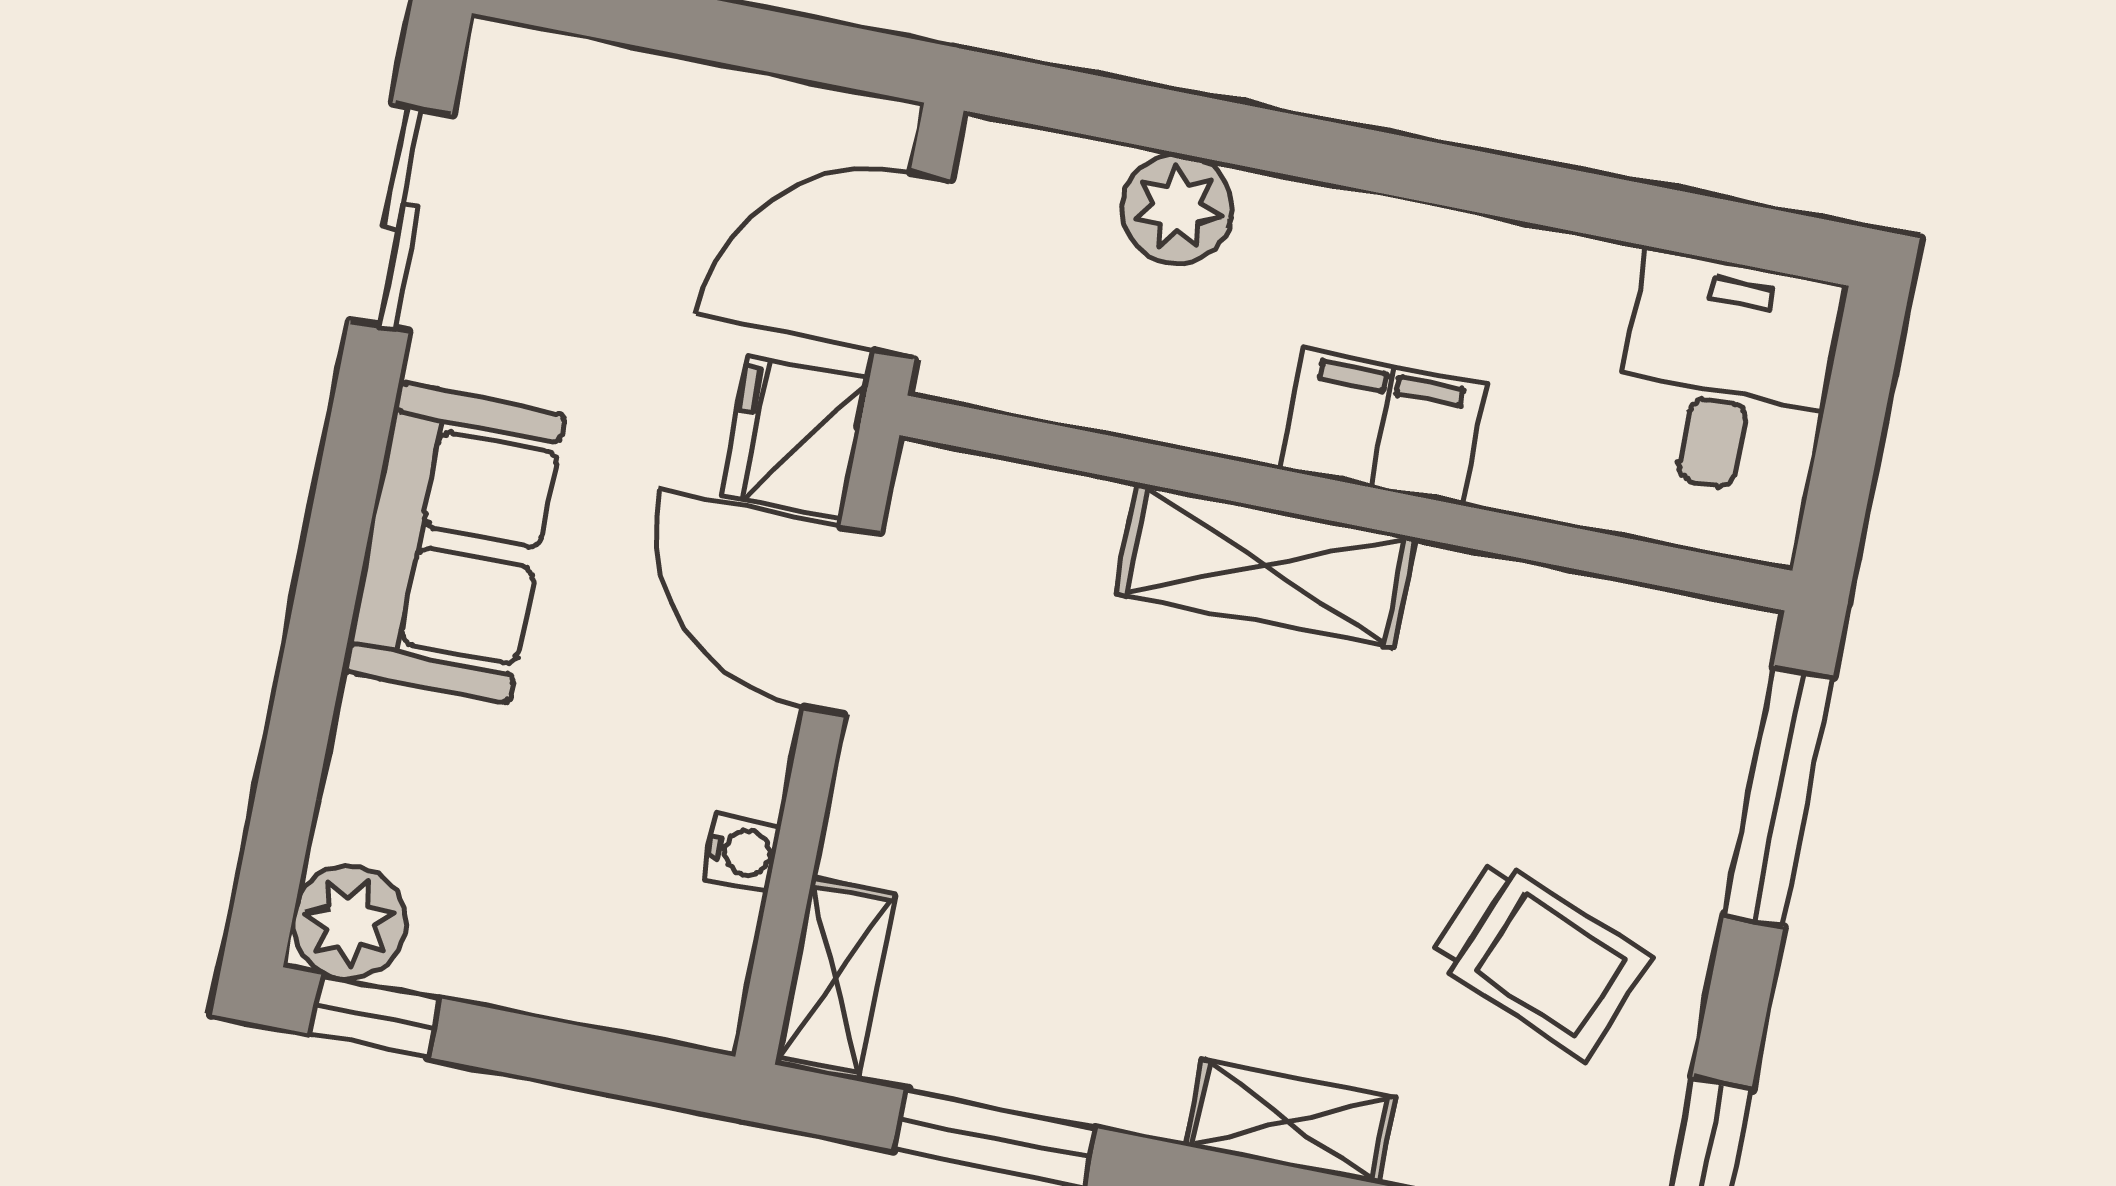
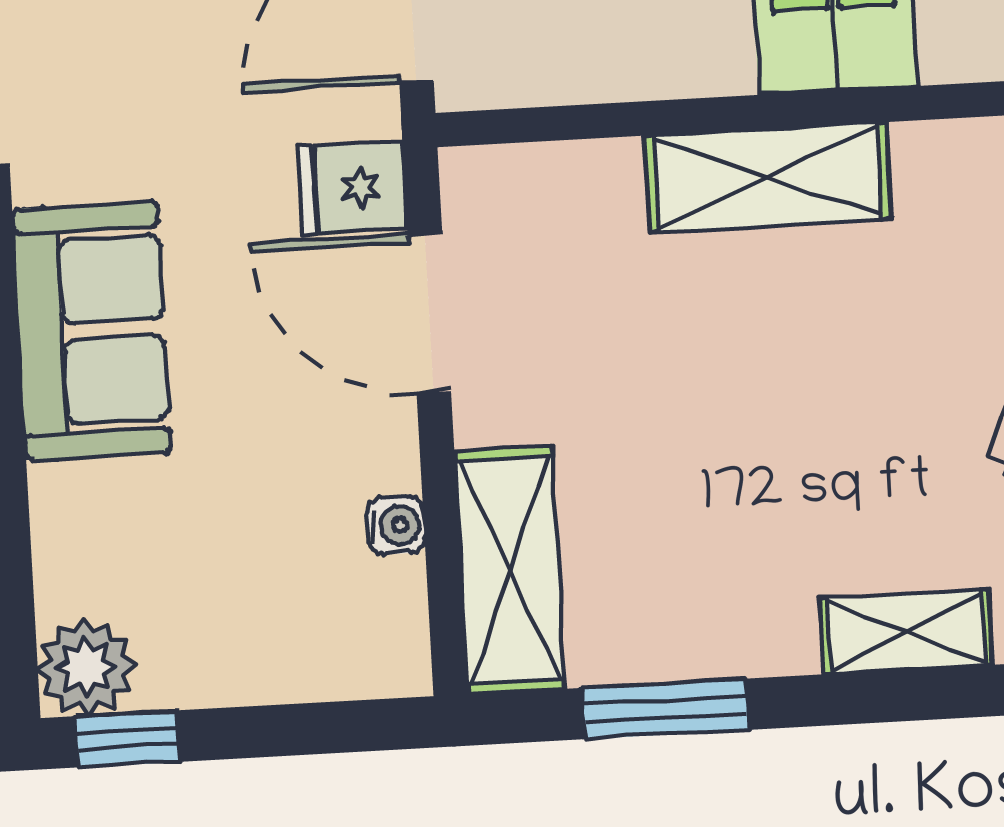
fridge: (795, 437) -> (352, 188), width x0.72
shelving: (835, 980) -> (510, 570), width x1.50, depth x1.33

